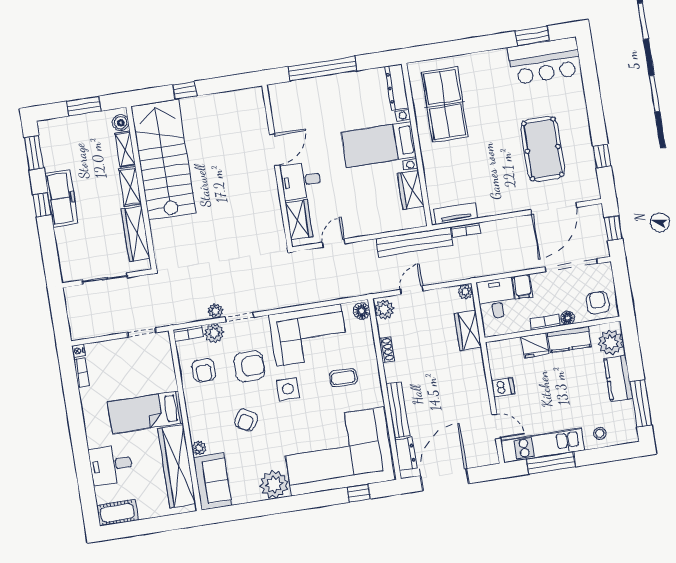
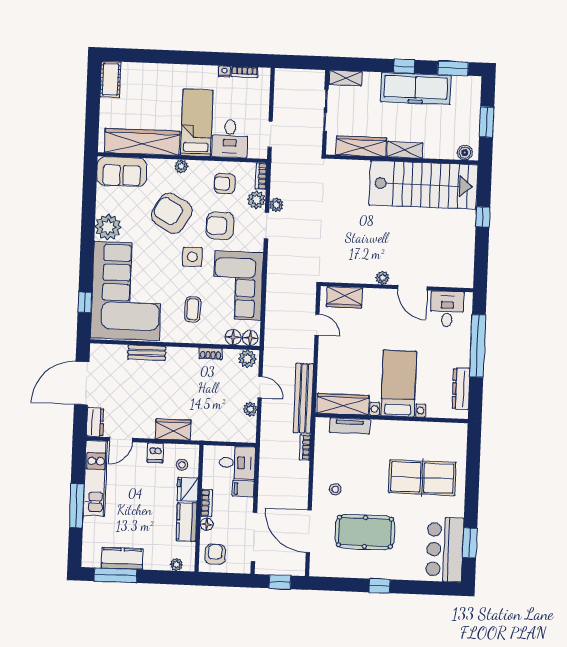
dresser: (397, 87) -> (461, 389), moved, turned -90
table tennis table: (445, 105) -> (422, 478), moved
shelving: (125, 149) -> (346, 78), moved
window: (602, 156) -> (380, 586), moved
desk: (301, 181) -> (447, 309), moved
plant: (270, 184) -> (382, 278), added
stool: (504, 189) -> (335, 489), added
wardrobe: (411, 190) -> (343, 404), width x1.50
freezer: (61, 198) -> (416, 88), width x1.36, depth x1.26
tv unit: (456, 213) -> (350, 426), moved, turned 90
plant: (465, 292) -> (250, 409), moved
armchair: (598, 303) -> (215, 554), turned -90
floor lamp: (364, 329) -> (233, 337), added
wardrobe: (468, 330) -> (173, 430), moved
plant: (611, 342) -> (176, 565), width x0.53, depth x0.53
nightstand: (78, 351) -> (224, 71), moved
armchair: (249, 366) -> (220, 226), turned 90
kitchen counter: (618, 378) -> (122, 558), moved
bench: (398, 410) -> (147, 353), width x0.73
armchair: (246, 420) -> (172, 213), width x1.88, depth x1.88
stool: (600, 433) -> (182, 465), moved
plant: (199, 448) -> (181, 166), moved
dresser: (406, 454) -> (95, 422), moved, turned -90
window: (551, 463) -> (77, 506), moved
desk: (111, 465) -> (230, 139), moved, turned 180
door: (445, 480) -> (82, 383), swing flipped

